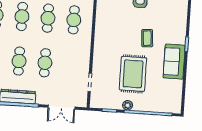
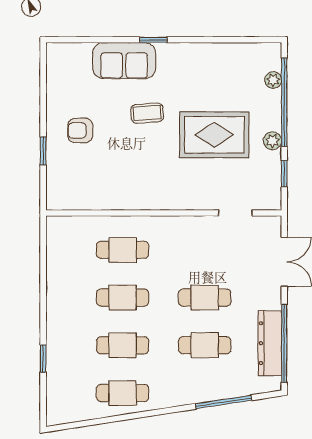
sofa: (174, 62) -> (124, 61), moved
plant: (161, 108) -> (273, 80), added

